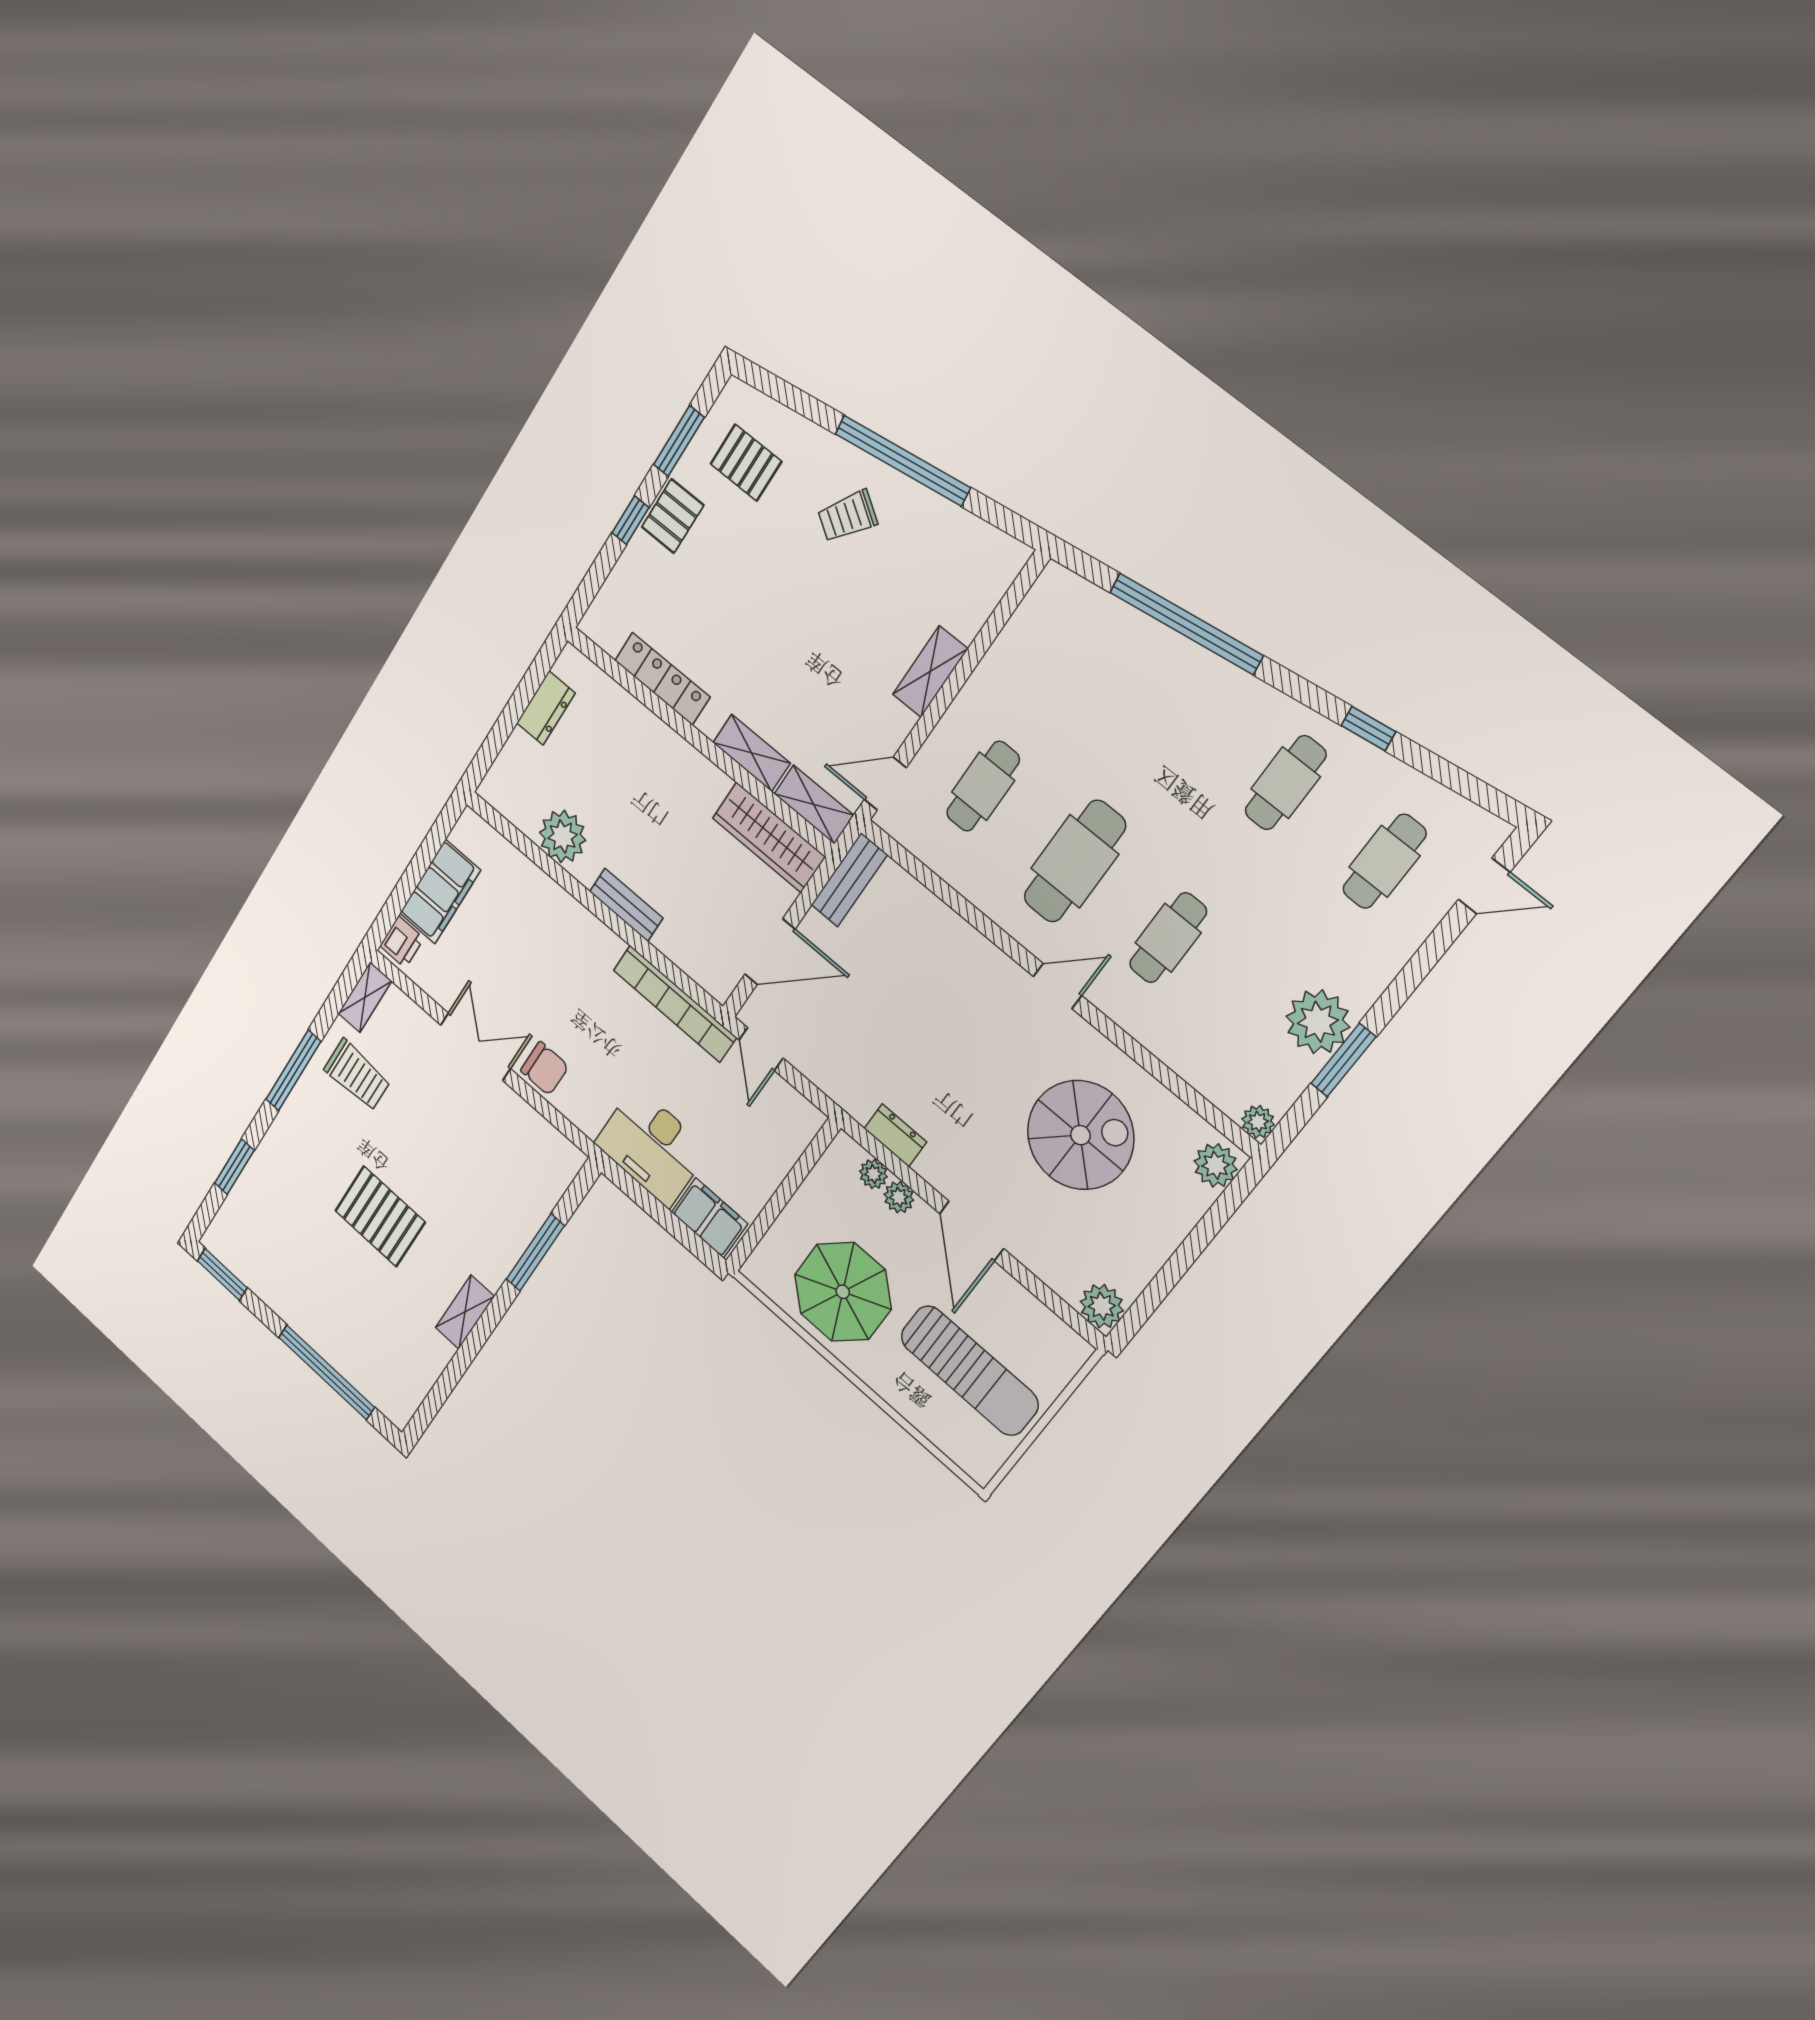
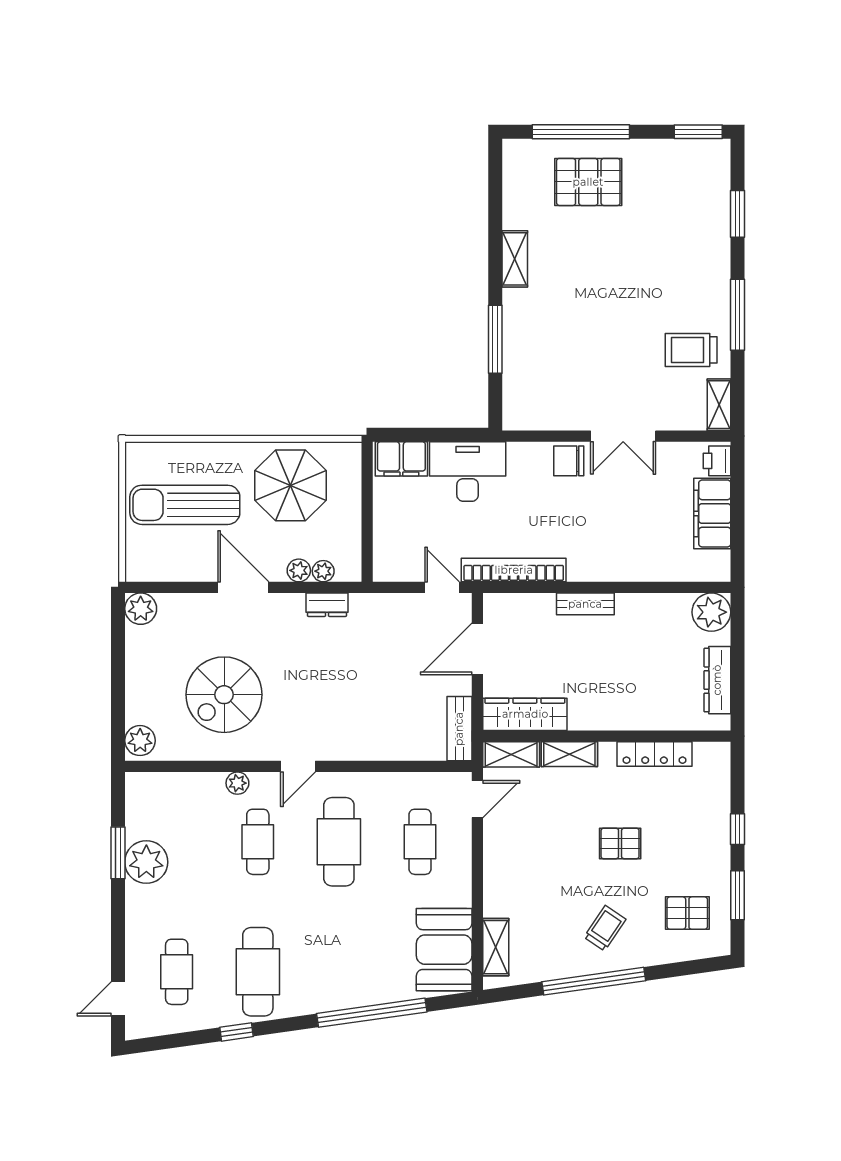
pallet: (673, 516) -> (620, 843), moved, turned 90
booth: (1046, 635) -> (444, 950), added
shelving: (930, 672) -> (496, 947), moved
dresser: (546, 708) -> (717, 680), width x1.44
cafe table: (1286, 783) -> (258, 972), width x1.37, depth x1.35
plant: (563, 836) -> (711, 612), moved
plant: (1258, 1122) -> (237, 783), moved
pallet: (380, 1216) -> (588, 182), moved

